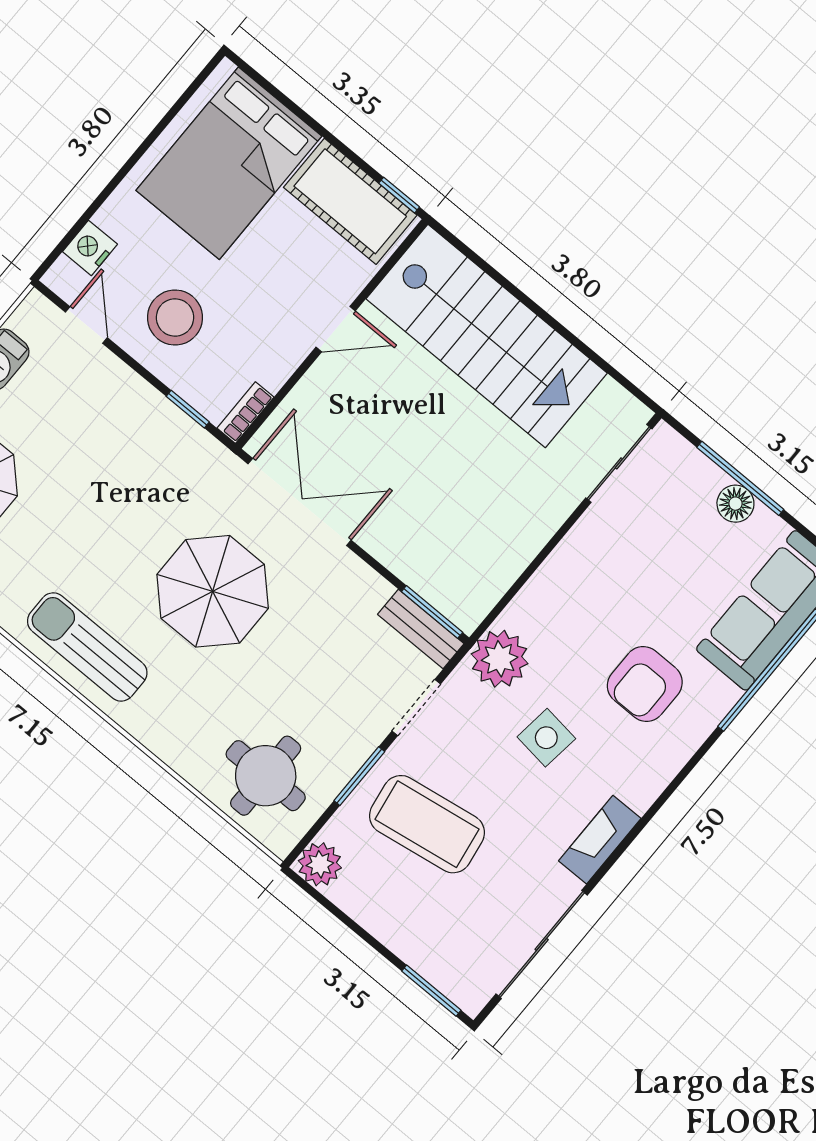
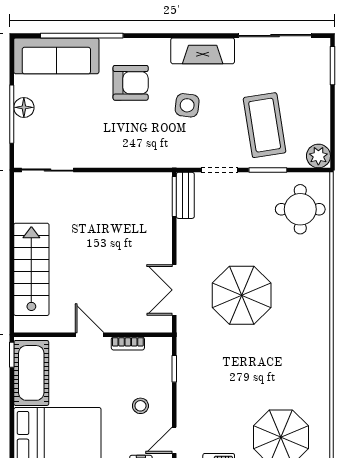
stool: (175, 318) -> (140, 406), width x0.53, depth x0.53
stairs: (487, 336) -> (31, 269), width x0.73, depth x0.66
bookcase: (245, 413) -> (128, 344), moved
double door: (300, 502) -> (174, 290), width x0.73
sun lounger: (87, 647) -> (308, 328), removed
plant: (500, 659) -> (170, 152), removed
fireplace: (600, 840) -> (203, 51), width x1.37, depth x1.32

